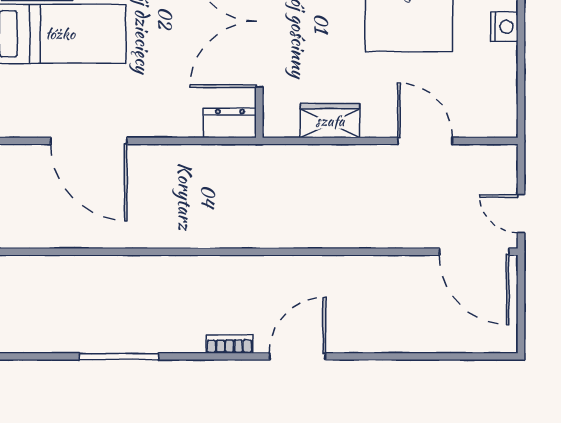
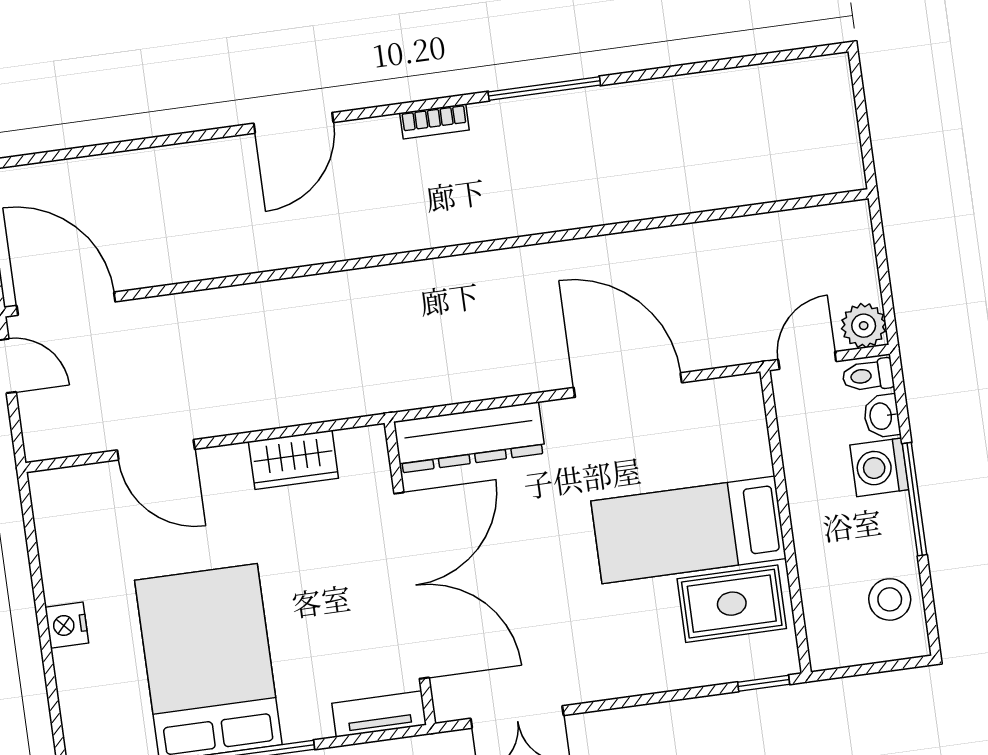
dresser: (230, 123) -> (470, 437), width x1.96, depth x1.24
bookcase: (229, 344) -> (434, 121), moved

